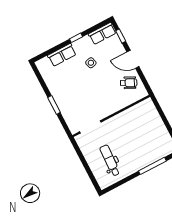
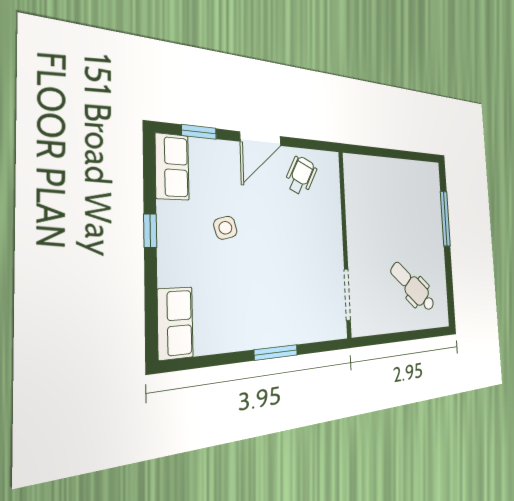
row of seats: (62, 55) -> (175, 323), moved
dental chair: (110, 160) -> (413, 287), turned 40

